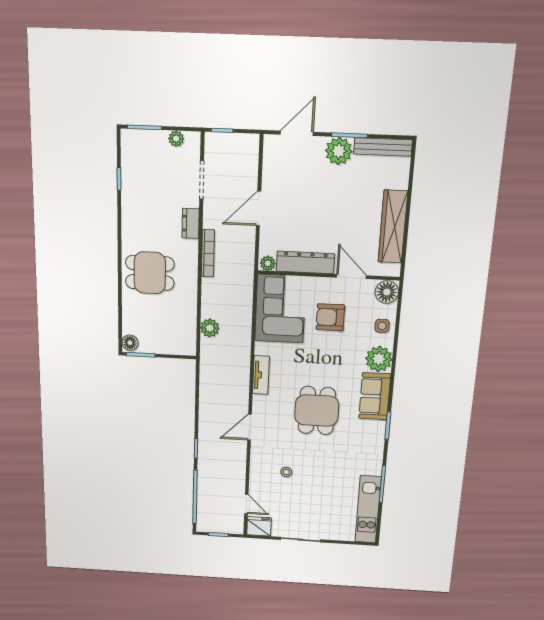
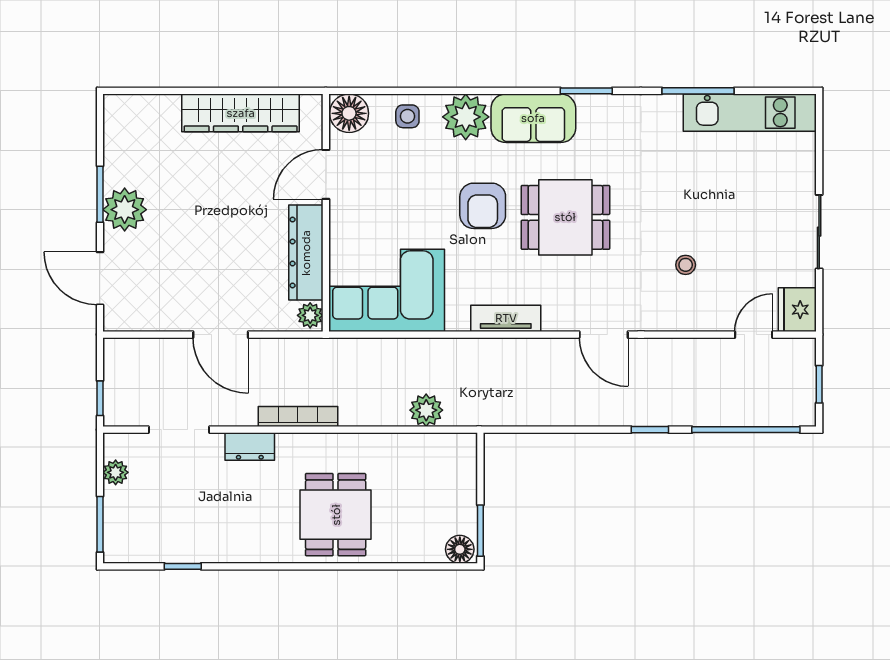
bench: (383, 147) -> (116, 140), removed
armchair: (330, 317) -> (483, 206), moved

